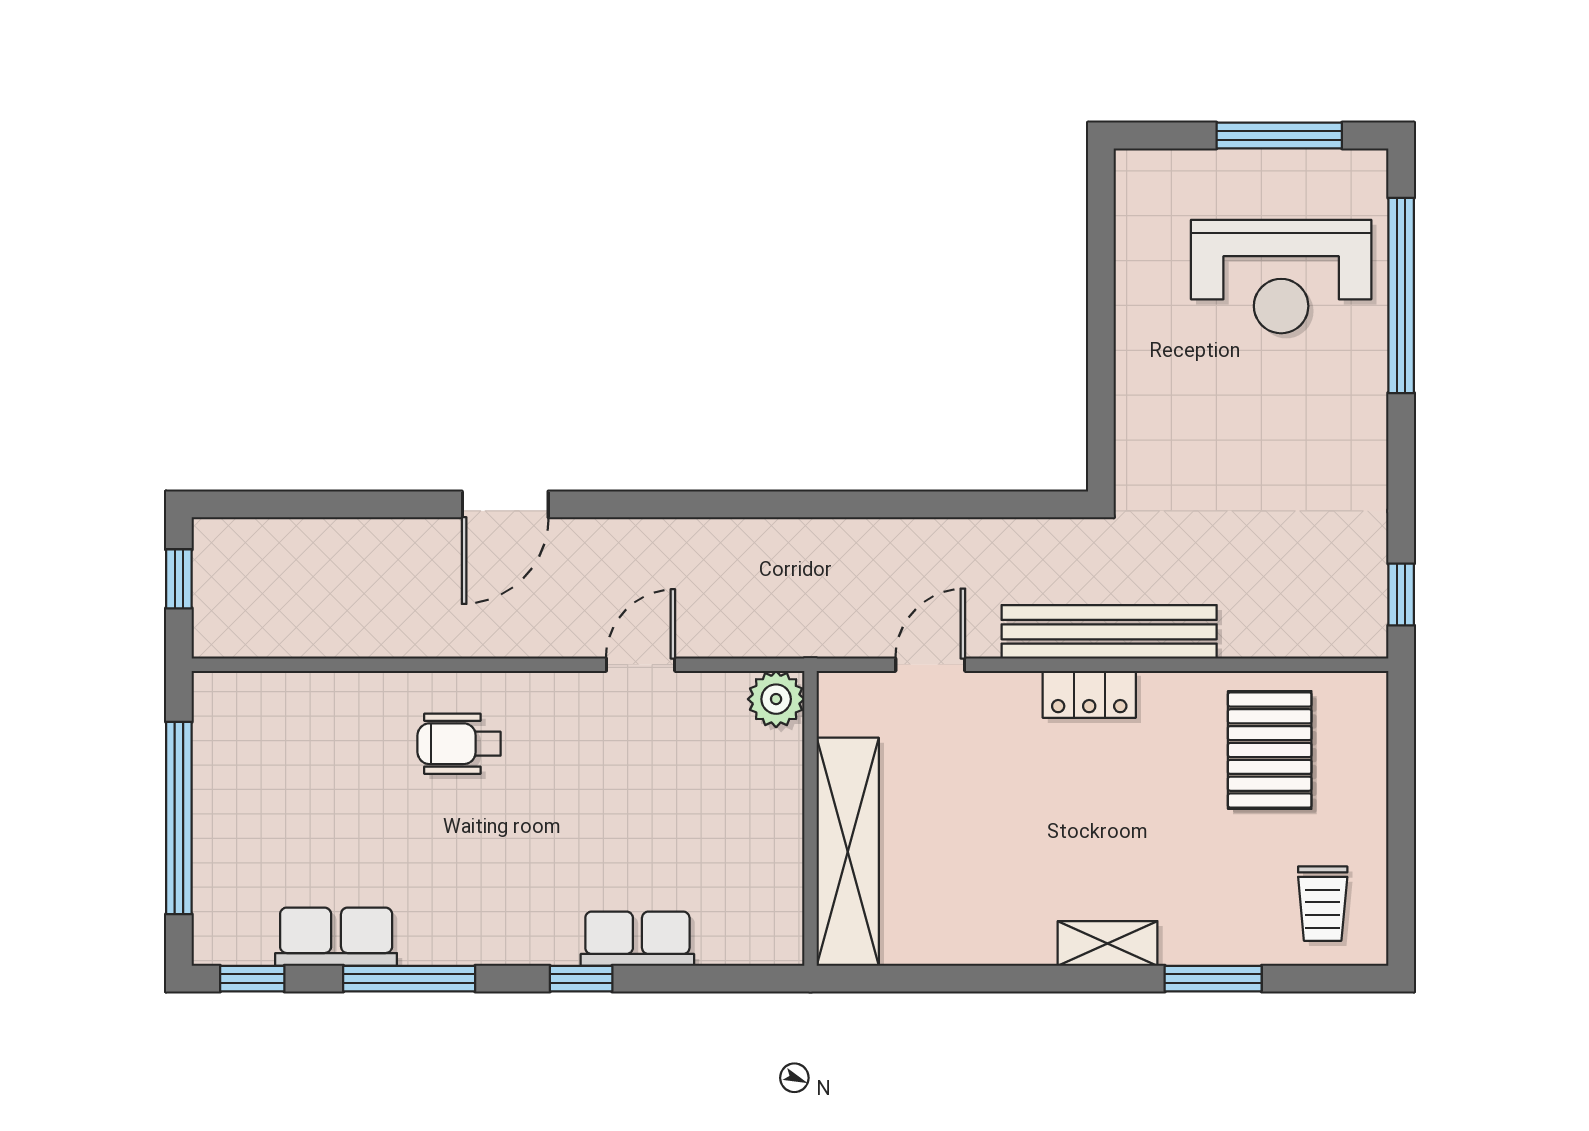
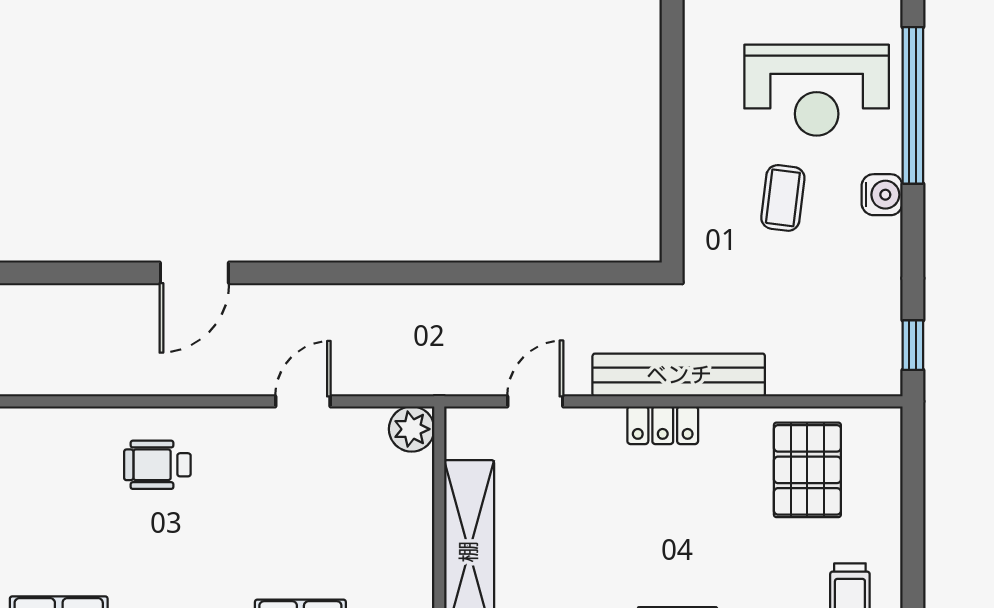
water cooler: (1363, 407) -> (882, 195), added
coffee table: (1239, 411) -> (783, 198), added

